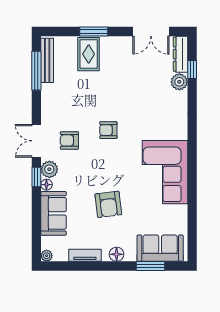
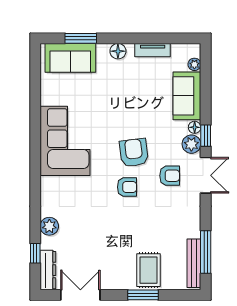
plant: (179, 82) -> (49, 226), moved
armchair: (108, 204) -> (134, 153), moved
plant: (47, 256) -> (194, 64), moved

